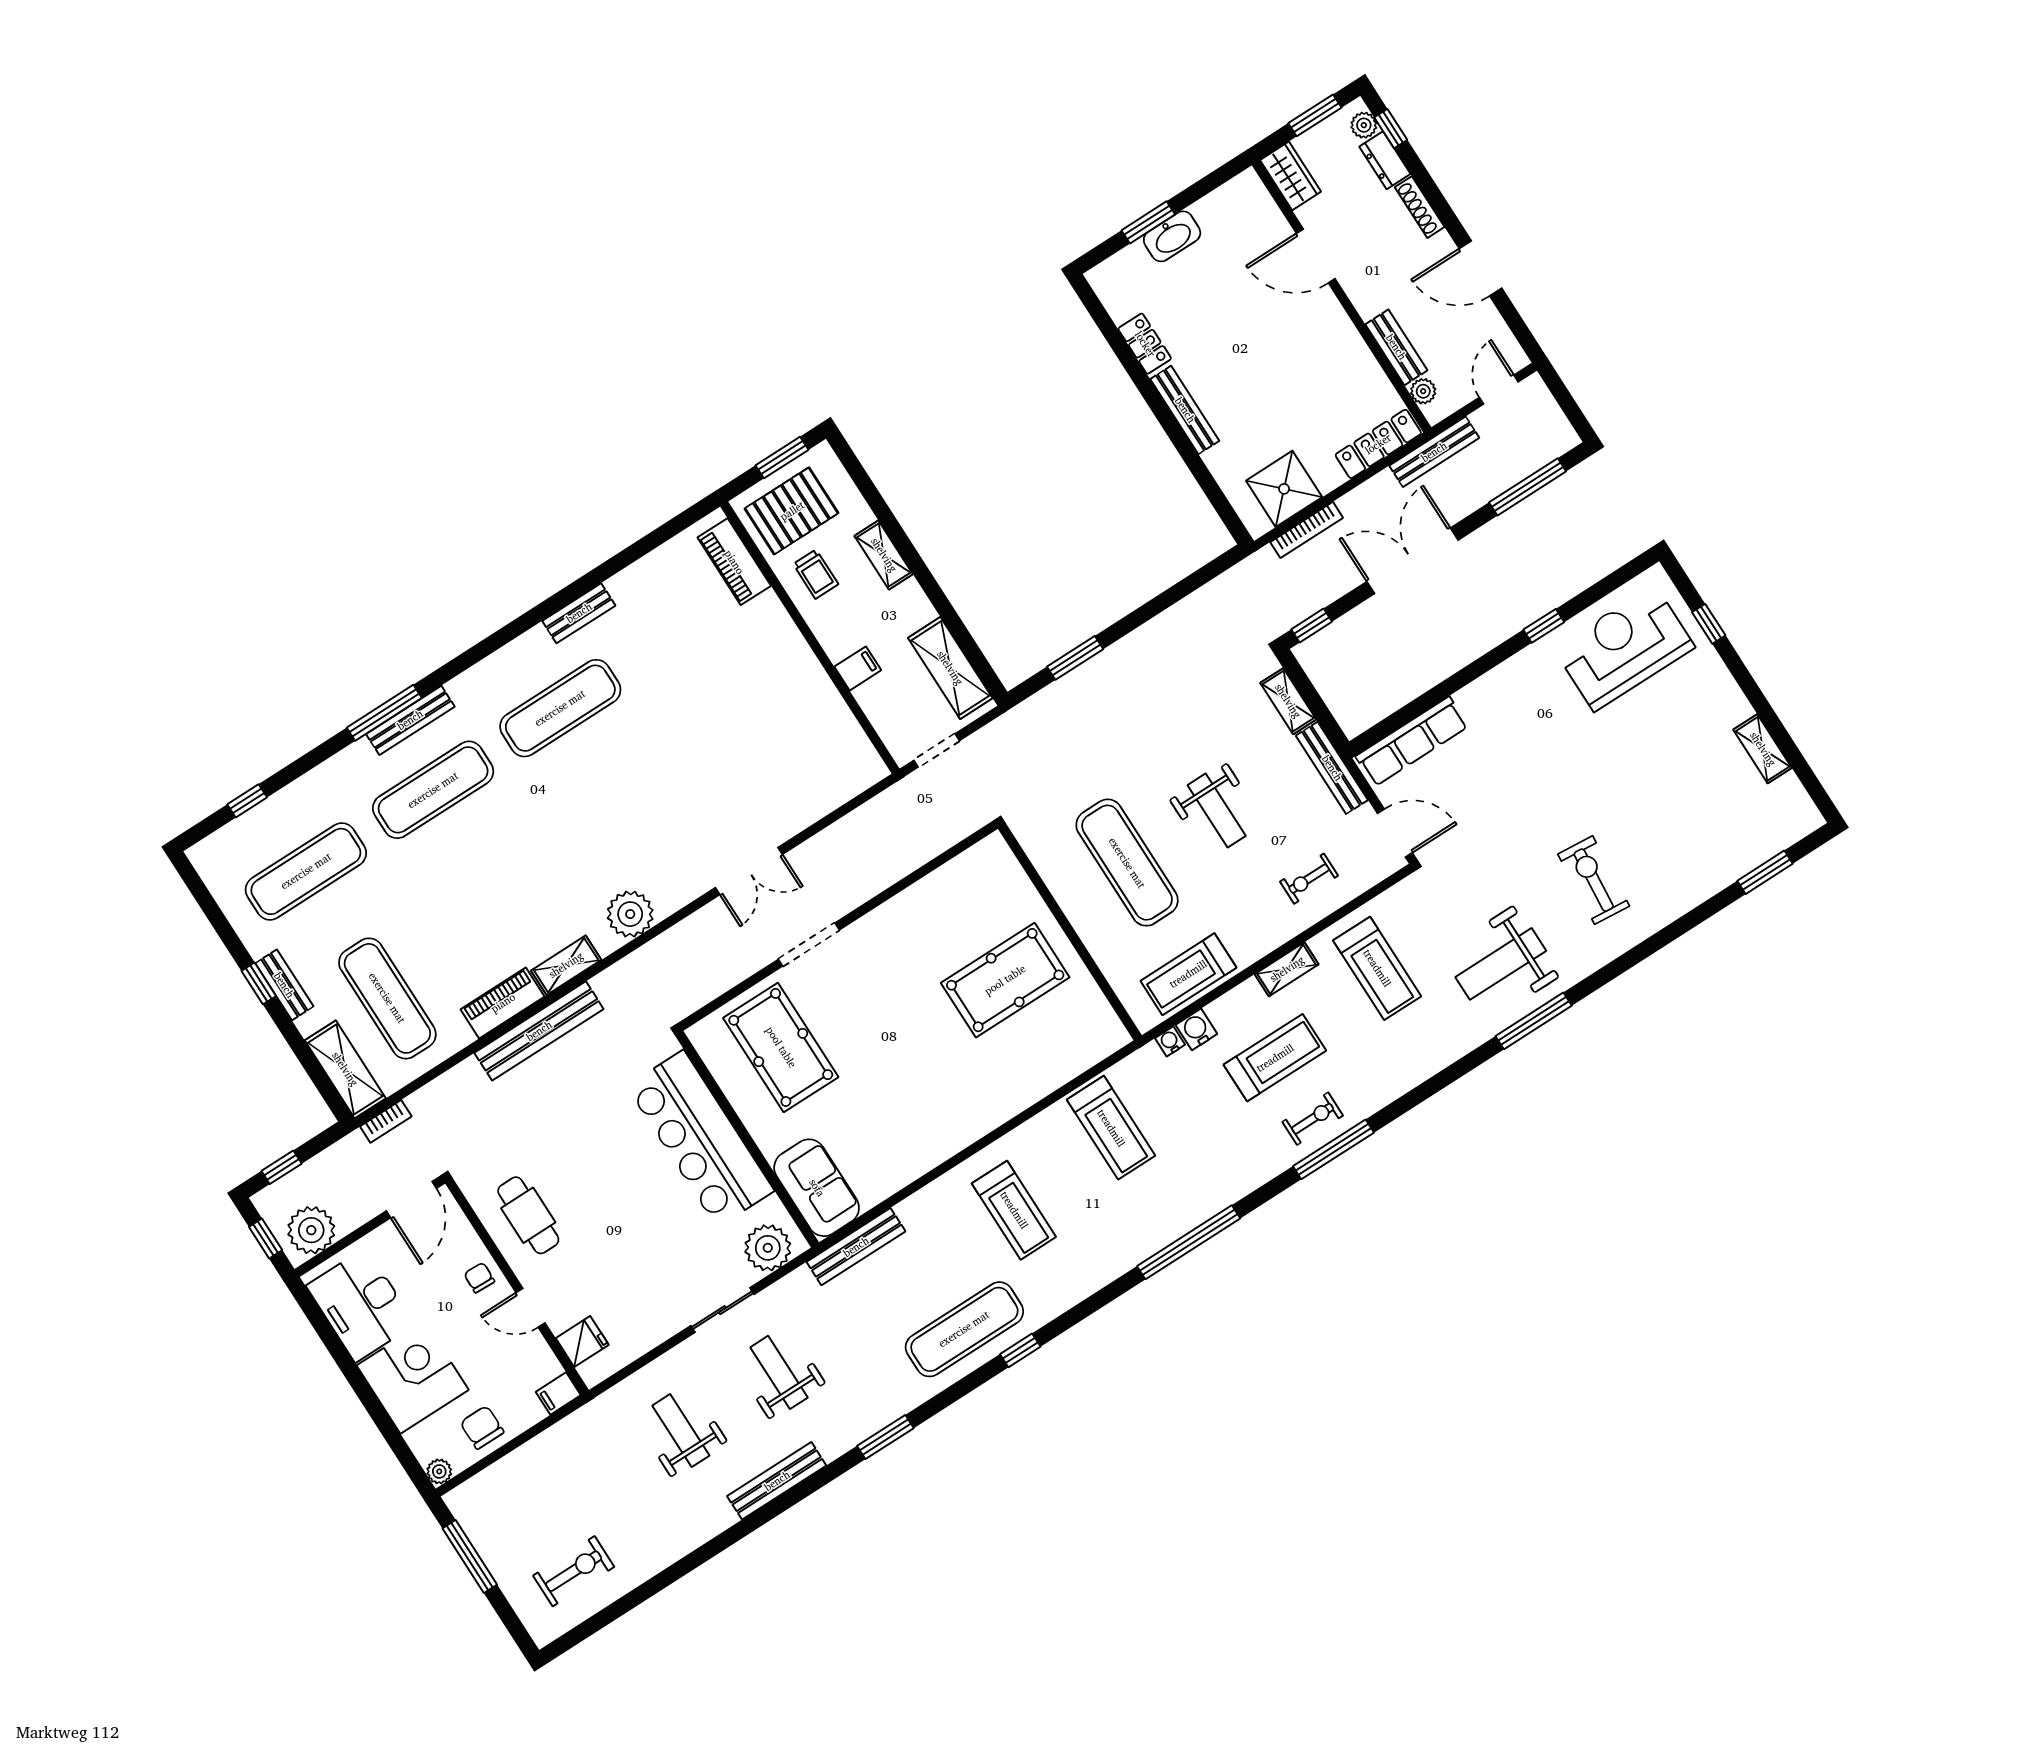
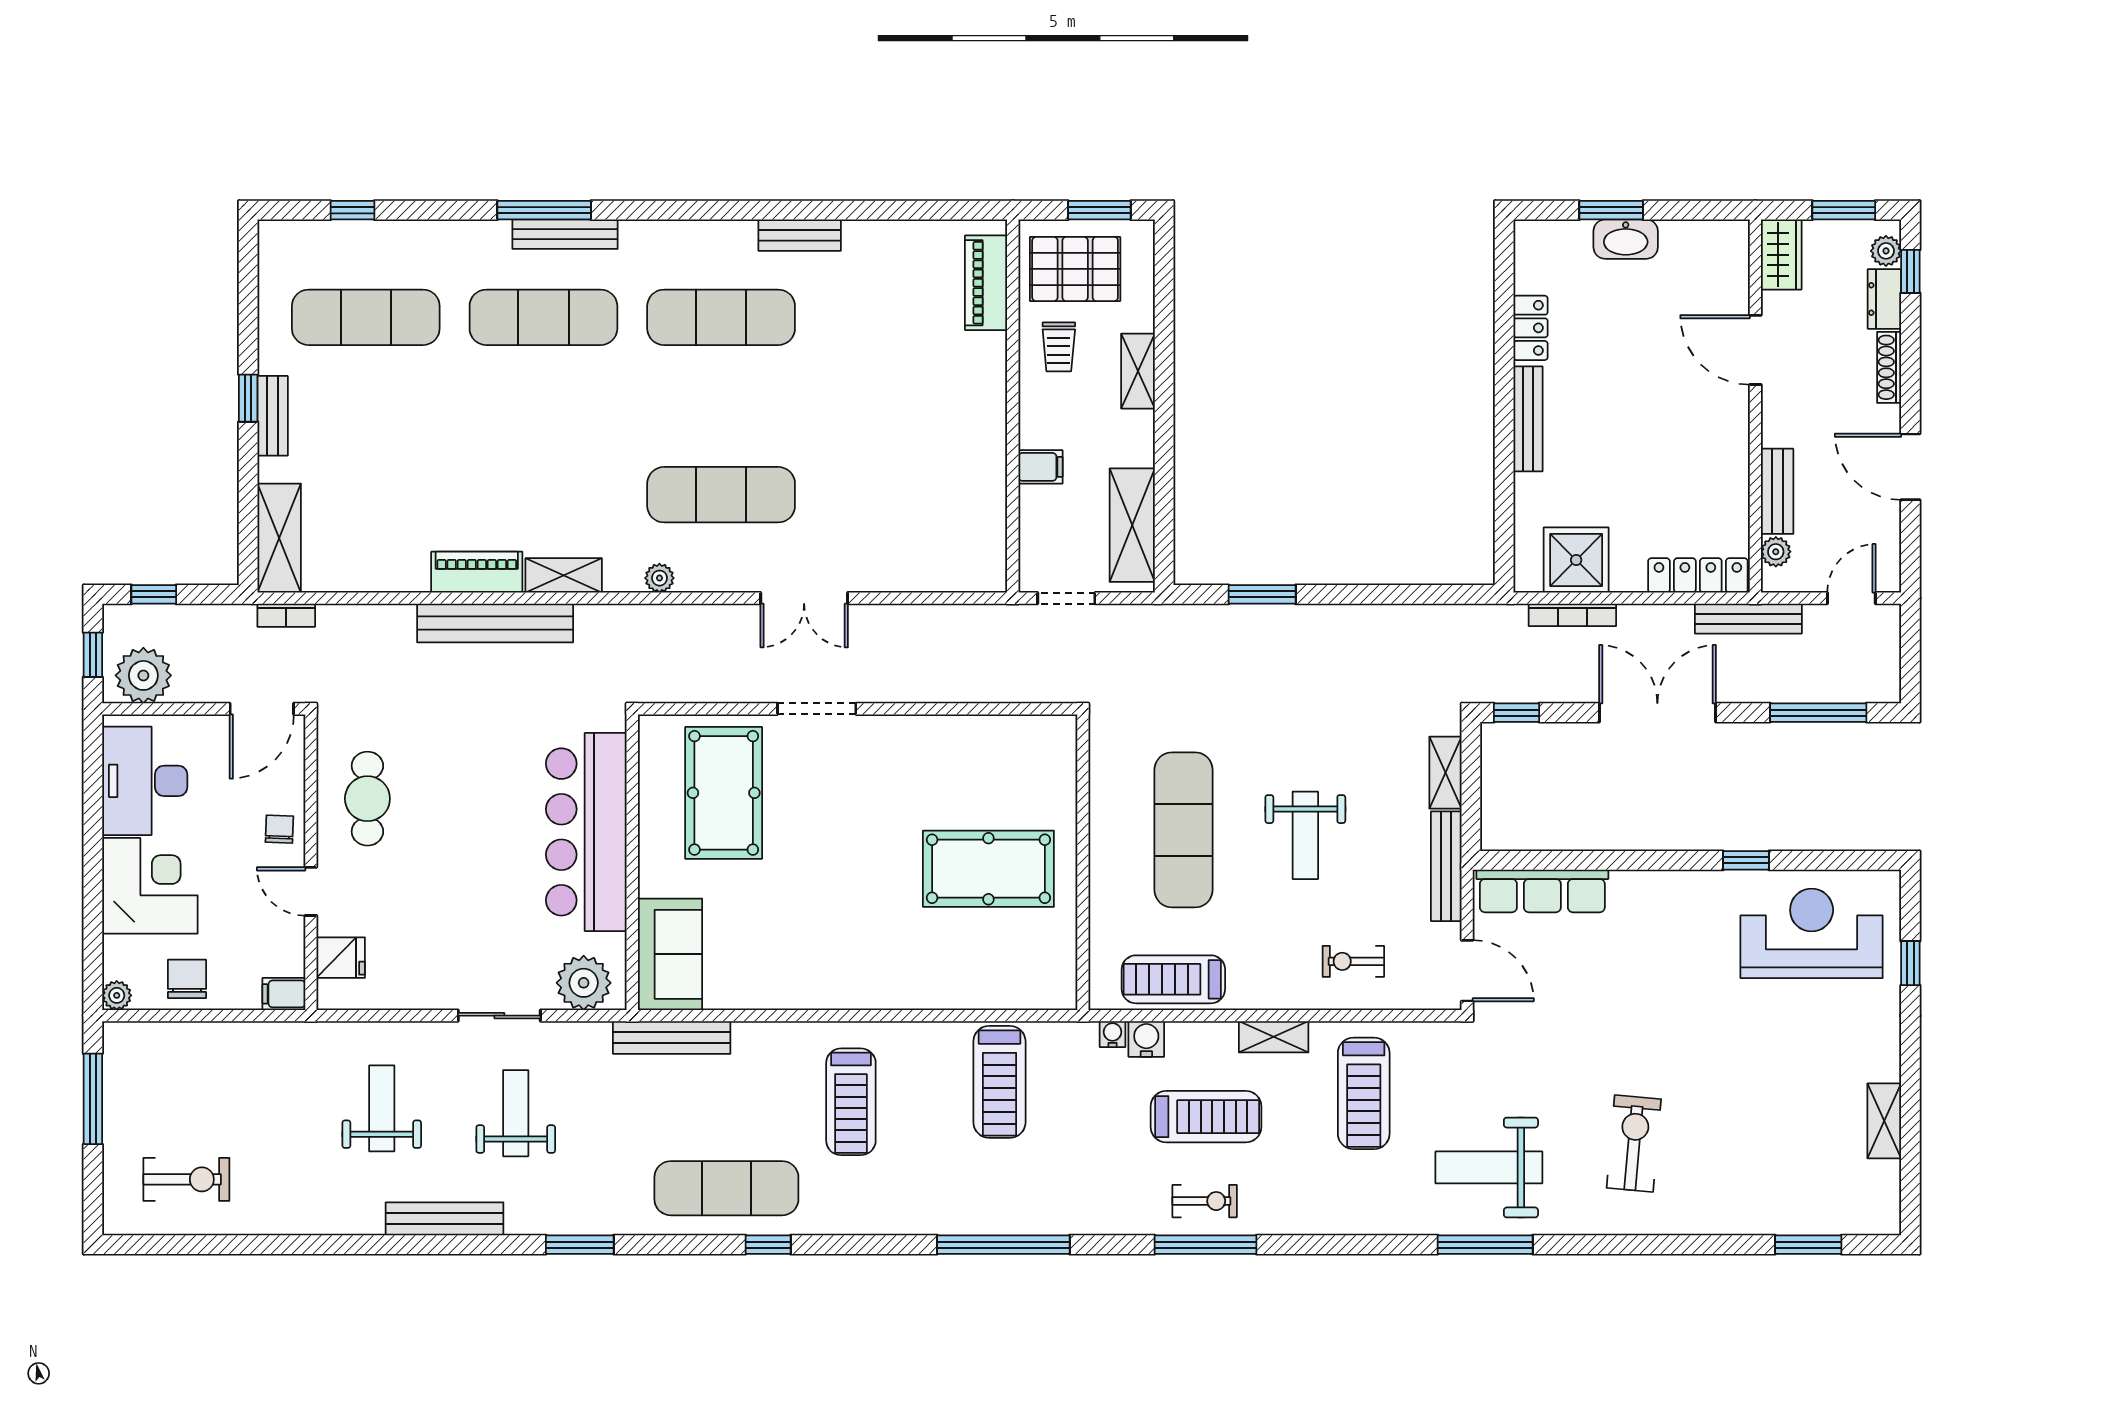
plant: (630, 914) -> (659, 578), width x0.53, depth x0.53
exercise mat: (387, 998) -> (721, 495), moved, turned 90

